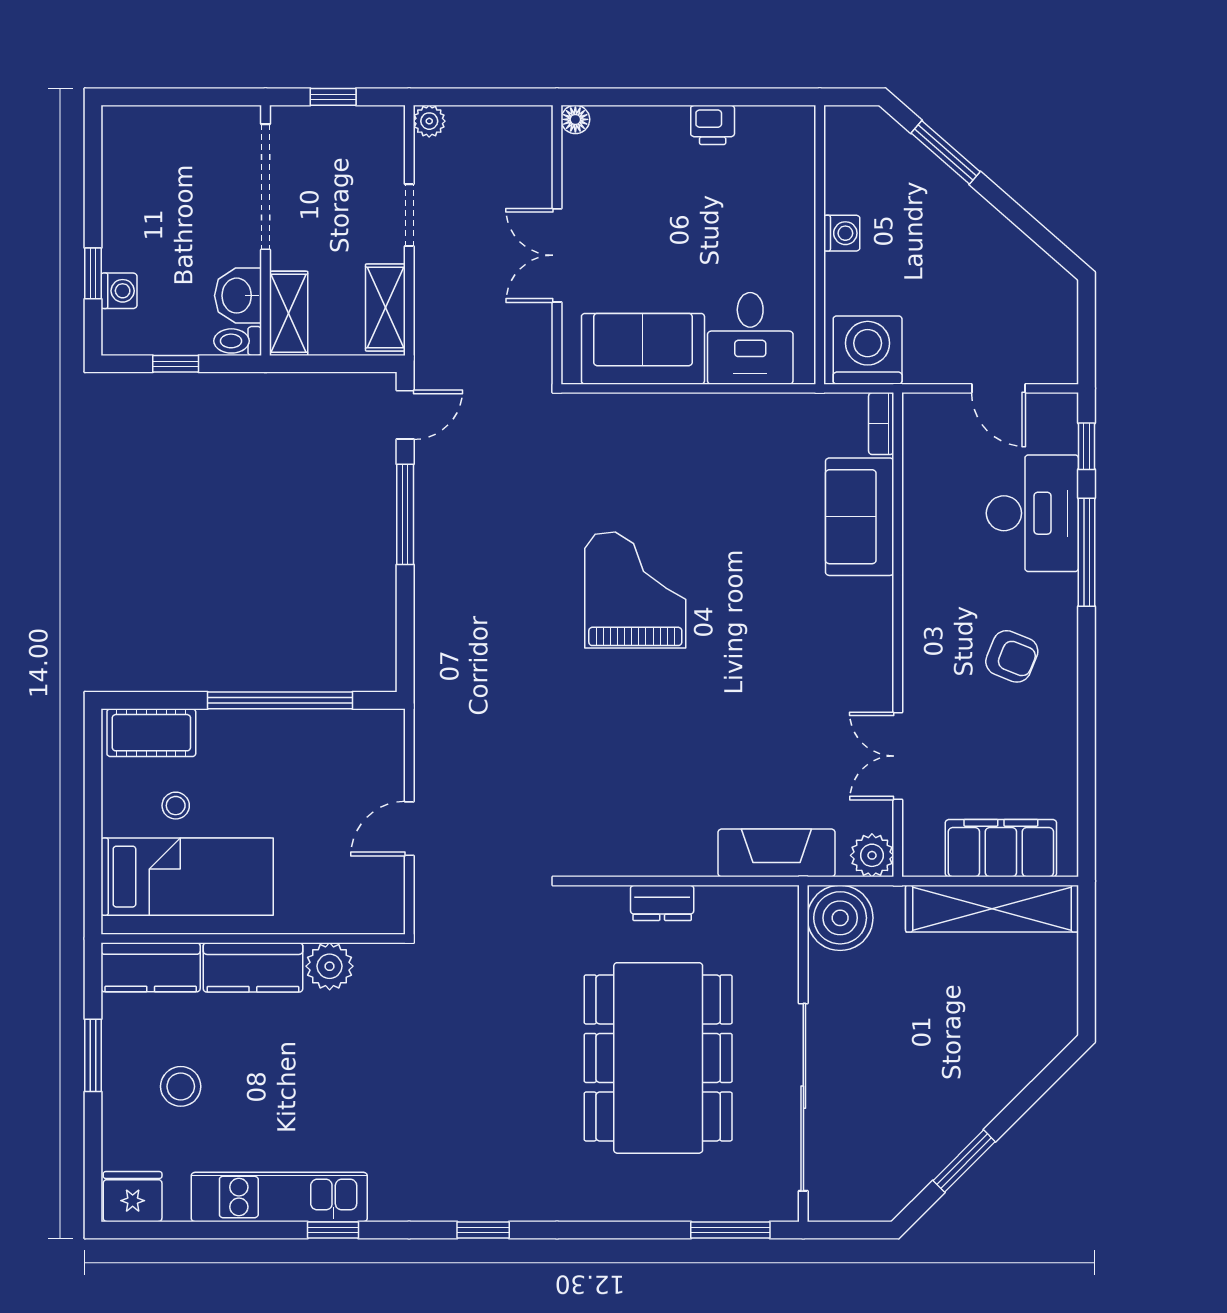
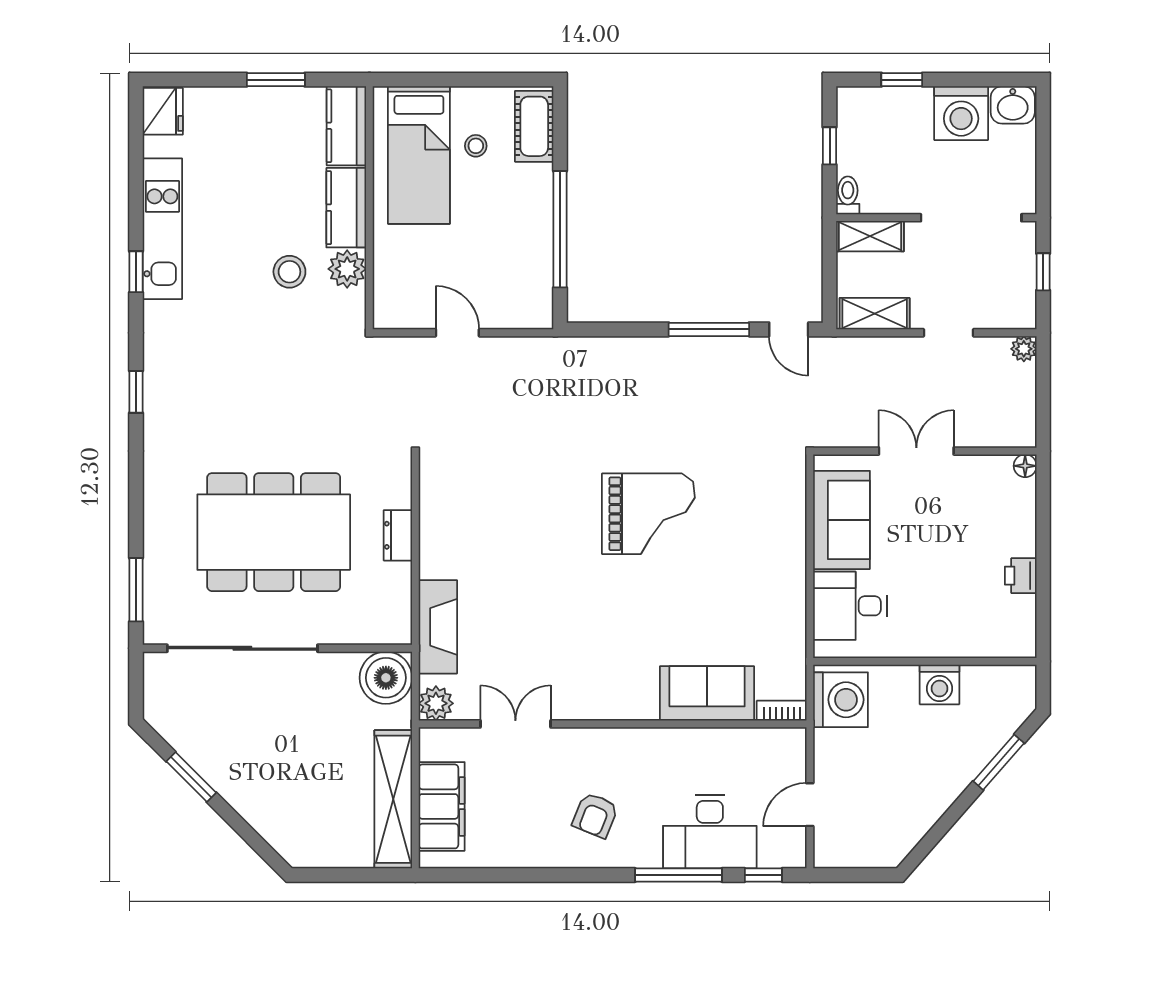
washing machine: (842, 233) -> (940, 685), width x1.38, depth x1.38
washing machine: (119, 291) -> (961, 113), moved, width x1.89, depth x1.89
washbasin: (238, 296) -> (1013, 105), moved, turned 180
stool: (181, 1086) -> (289, 272), moved

